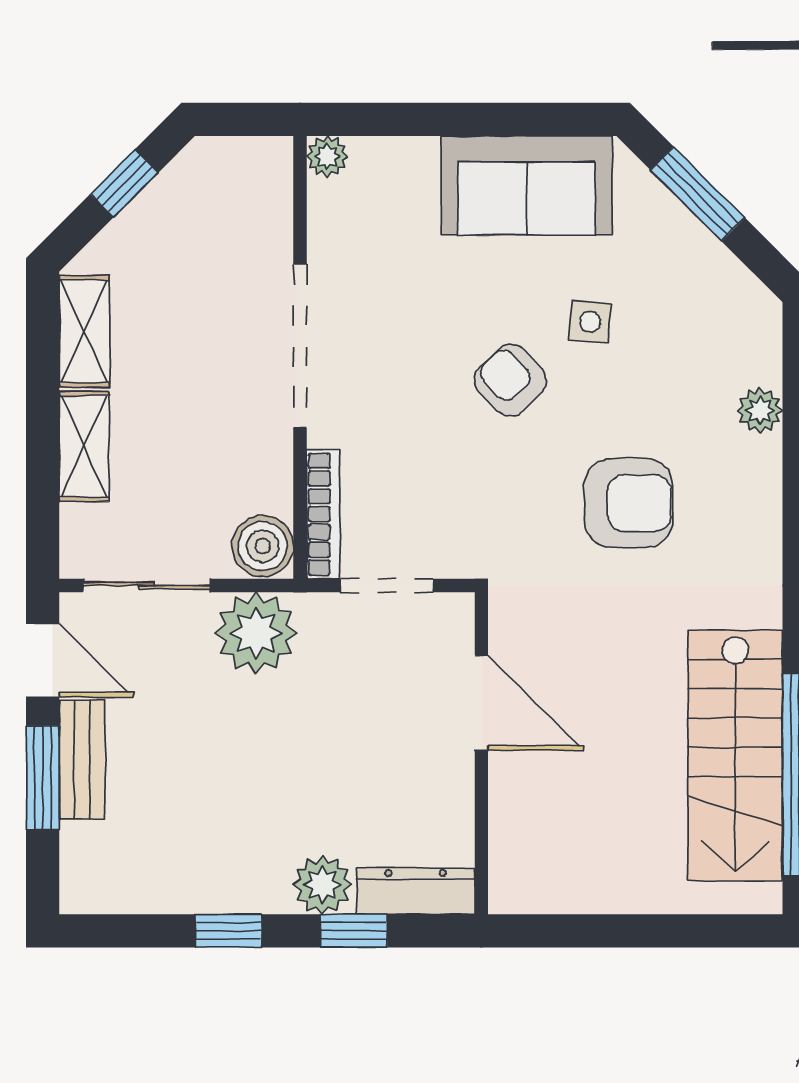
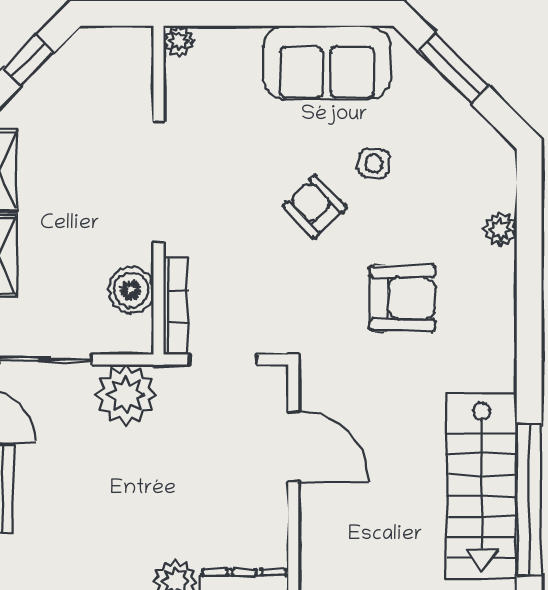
boiler: (263, 546) -> (131, 290), moved

